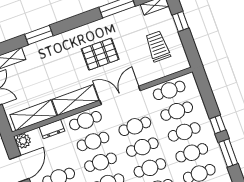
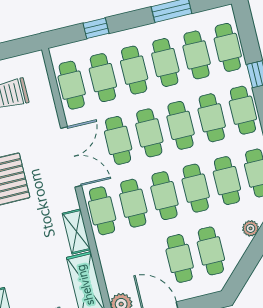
double door: (120, 95) -> (71, 157), swing flipped
shelving: (75, 100) -> (76, 232), width x0.67, depth x0.75
window: (218, 124) -> (96, 28), moved
dresser: (52, 129) -> (109, 260), removed

